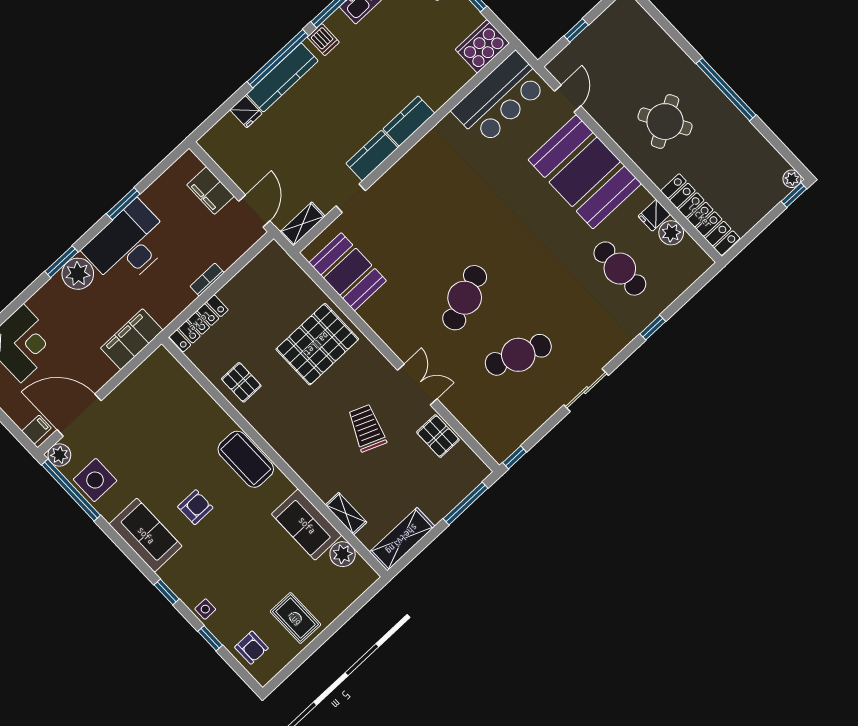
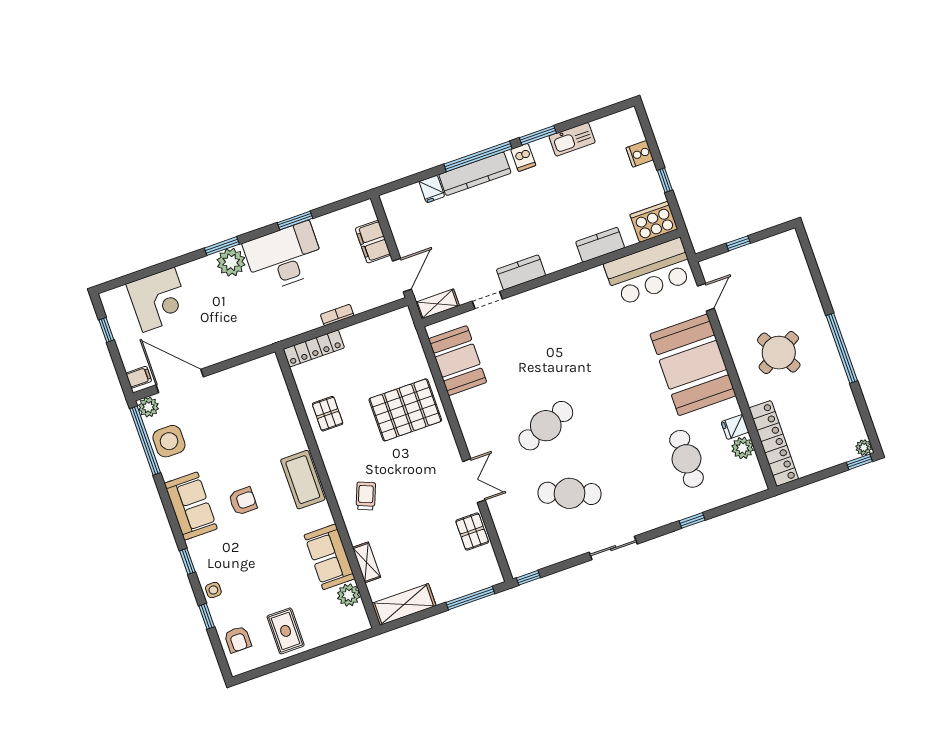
kitchen counter: (409, 121) -> (600, 245), moved
filing cabinet: (132, 339) -> (252, 337), removed
trolley: (367, 428) -> (366, 496), moved, width x0.73, depth x0.72

